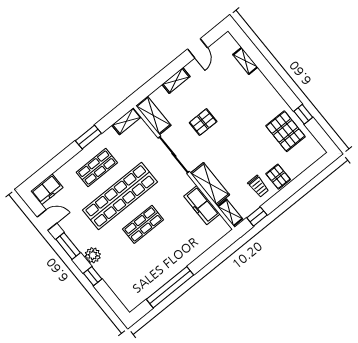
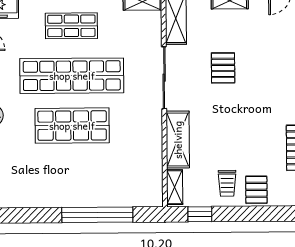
pallet: (203, 122) -> (223, 68), turned 90
freezer: (202, 205) -> (151, 155), removed
shop shelf: (143, 224) -> (72, 126), width x1.43, depth x1.36
window: (170, 287) -> (97, 215), moved

